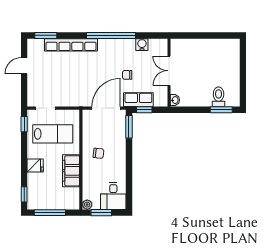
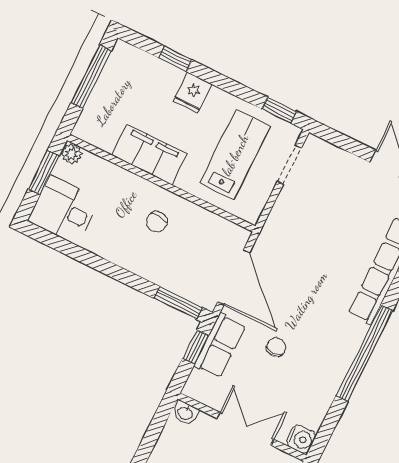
water cooler: (142, 45) -> (301, 439), moved
lab bench: (53, 134) -> (235, 155), turned 180
window: (24, 194) -> (175, 59), moved

